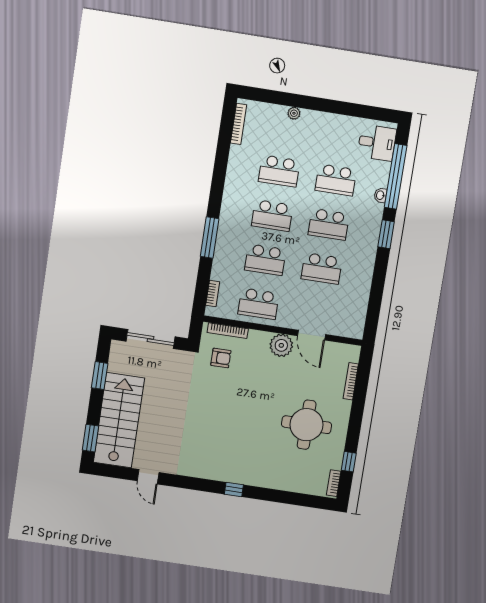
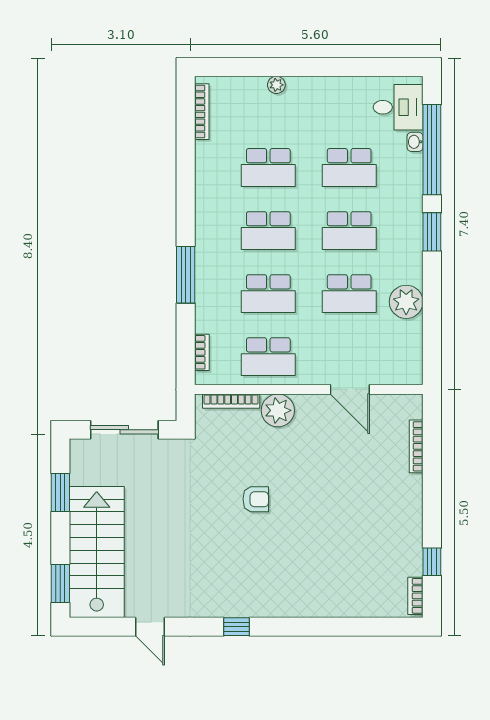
washbasin: (380, 195) -> (415, 142), moved
plant: (360, 280) -> (406, 302), added
plant: (281, 345) -> (278, 410), moved
armchair: (221, 358) -> (256, 499), moved
round table: (307, 425) -> (363, 518), removed
window: (234, 490) -> (236, 627), moved

